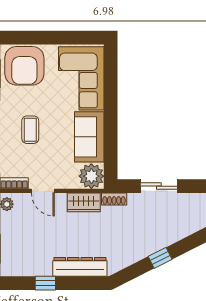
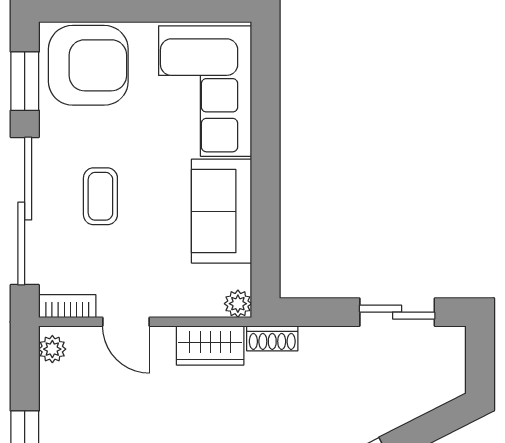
armchair: (24, 66) -> (88, 65), turned -90
plant: (91, 176) -> (238, 304), width x0.53, depth x0.53
sliding door: (159, 186) -> (397, 312), moved

